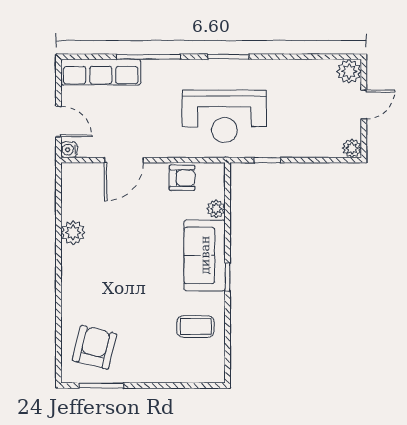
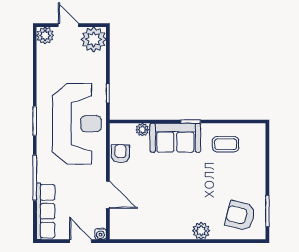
reception desk: (224, 116) -> (77, 124), width x1.36, depth x1.30
door: (58, 122) -> (81, 241), hinge flipped
plant: (352, 148) -> (94, 39), width x1.87, depth x1.87
plant: (73, 233) -> (201, 231), moved
coffee table: (196, 327) -> (226, 144), turned 90

